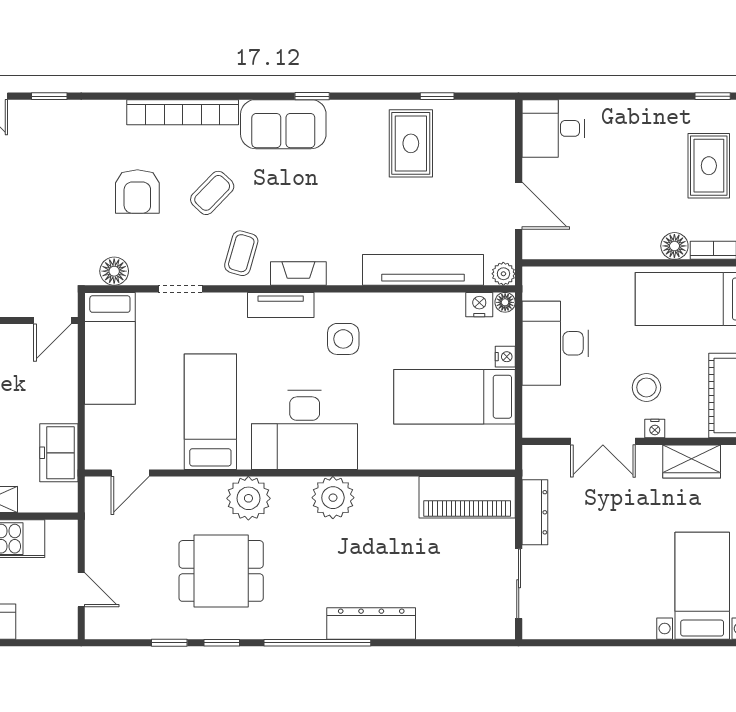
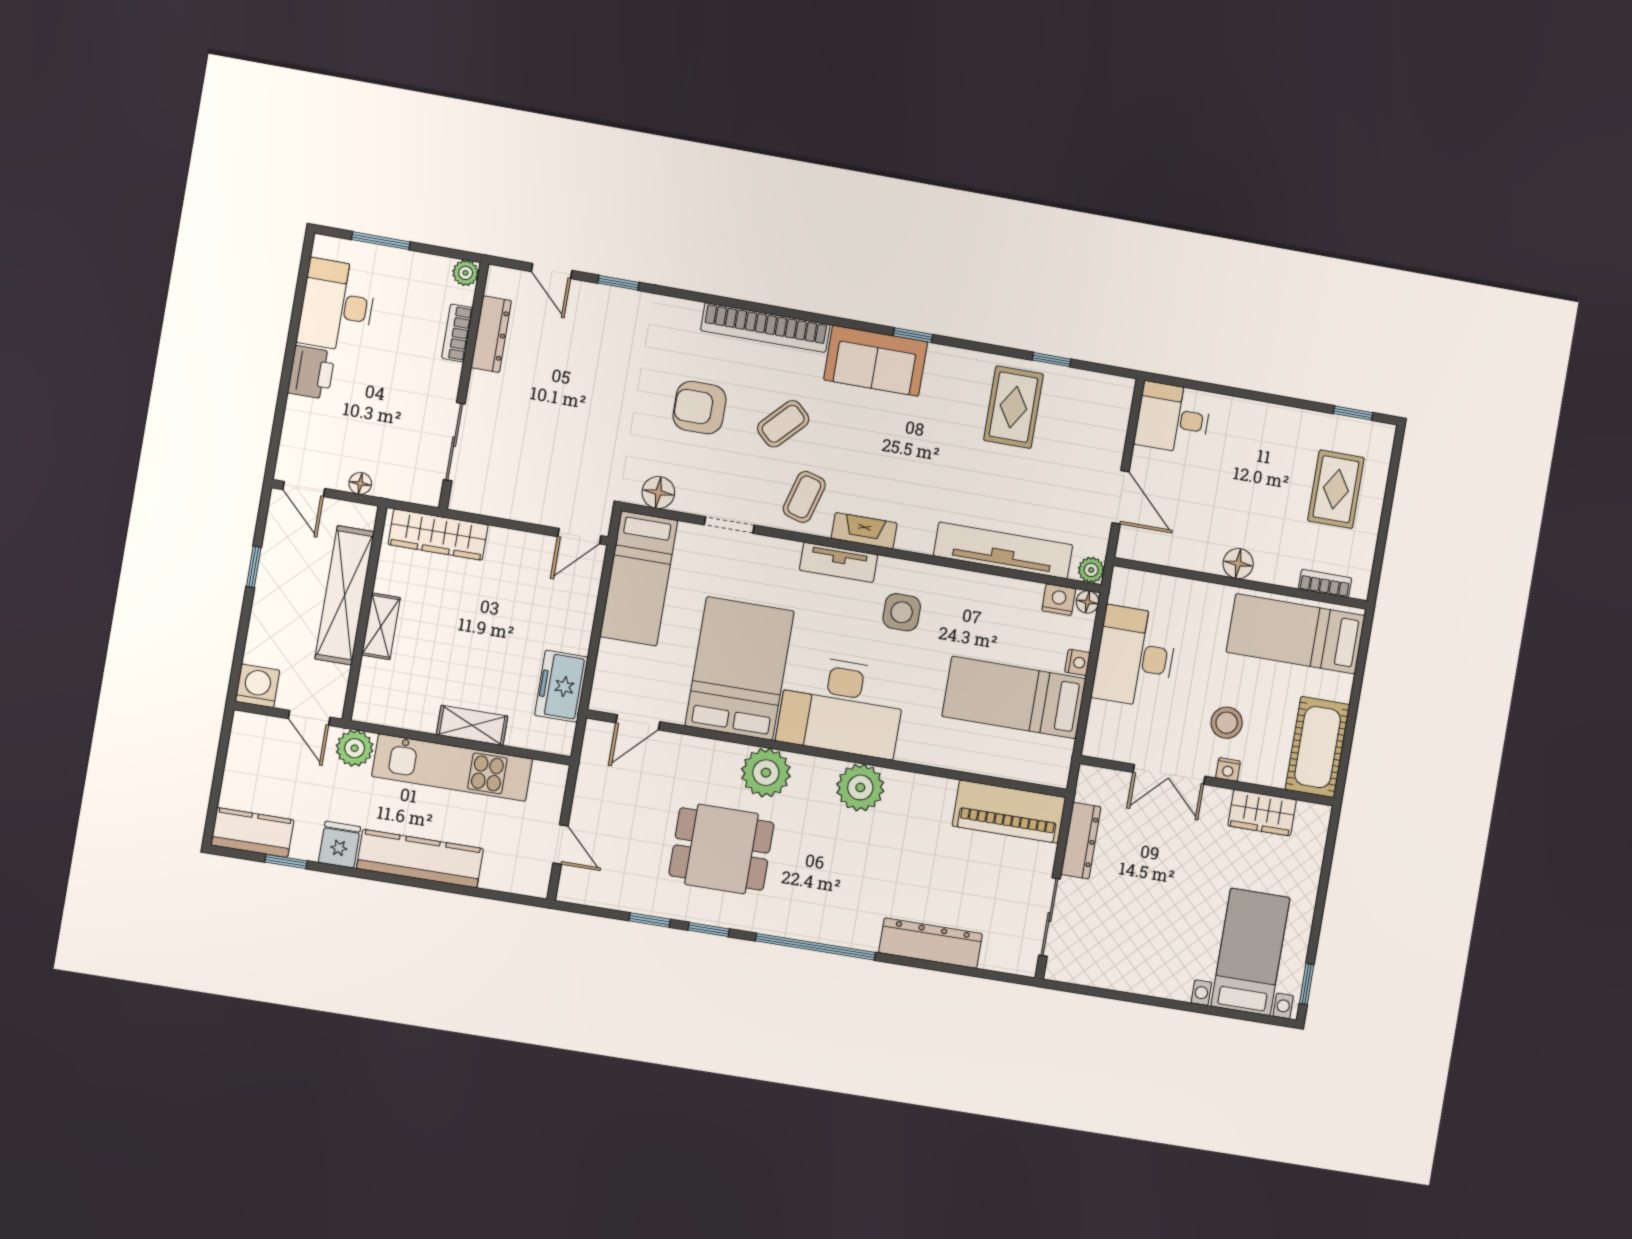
armchair: (137, 191) -> (699, 408), turned 90
floor lamp: (674, 246) -> (1238, 564), moved
bed: (210, 412) -> (740, 668), width x1.50
dresser: (371, 623) -> (931, 943), moved

